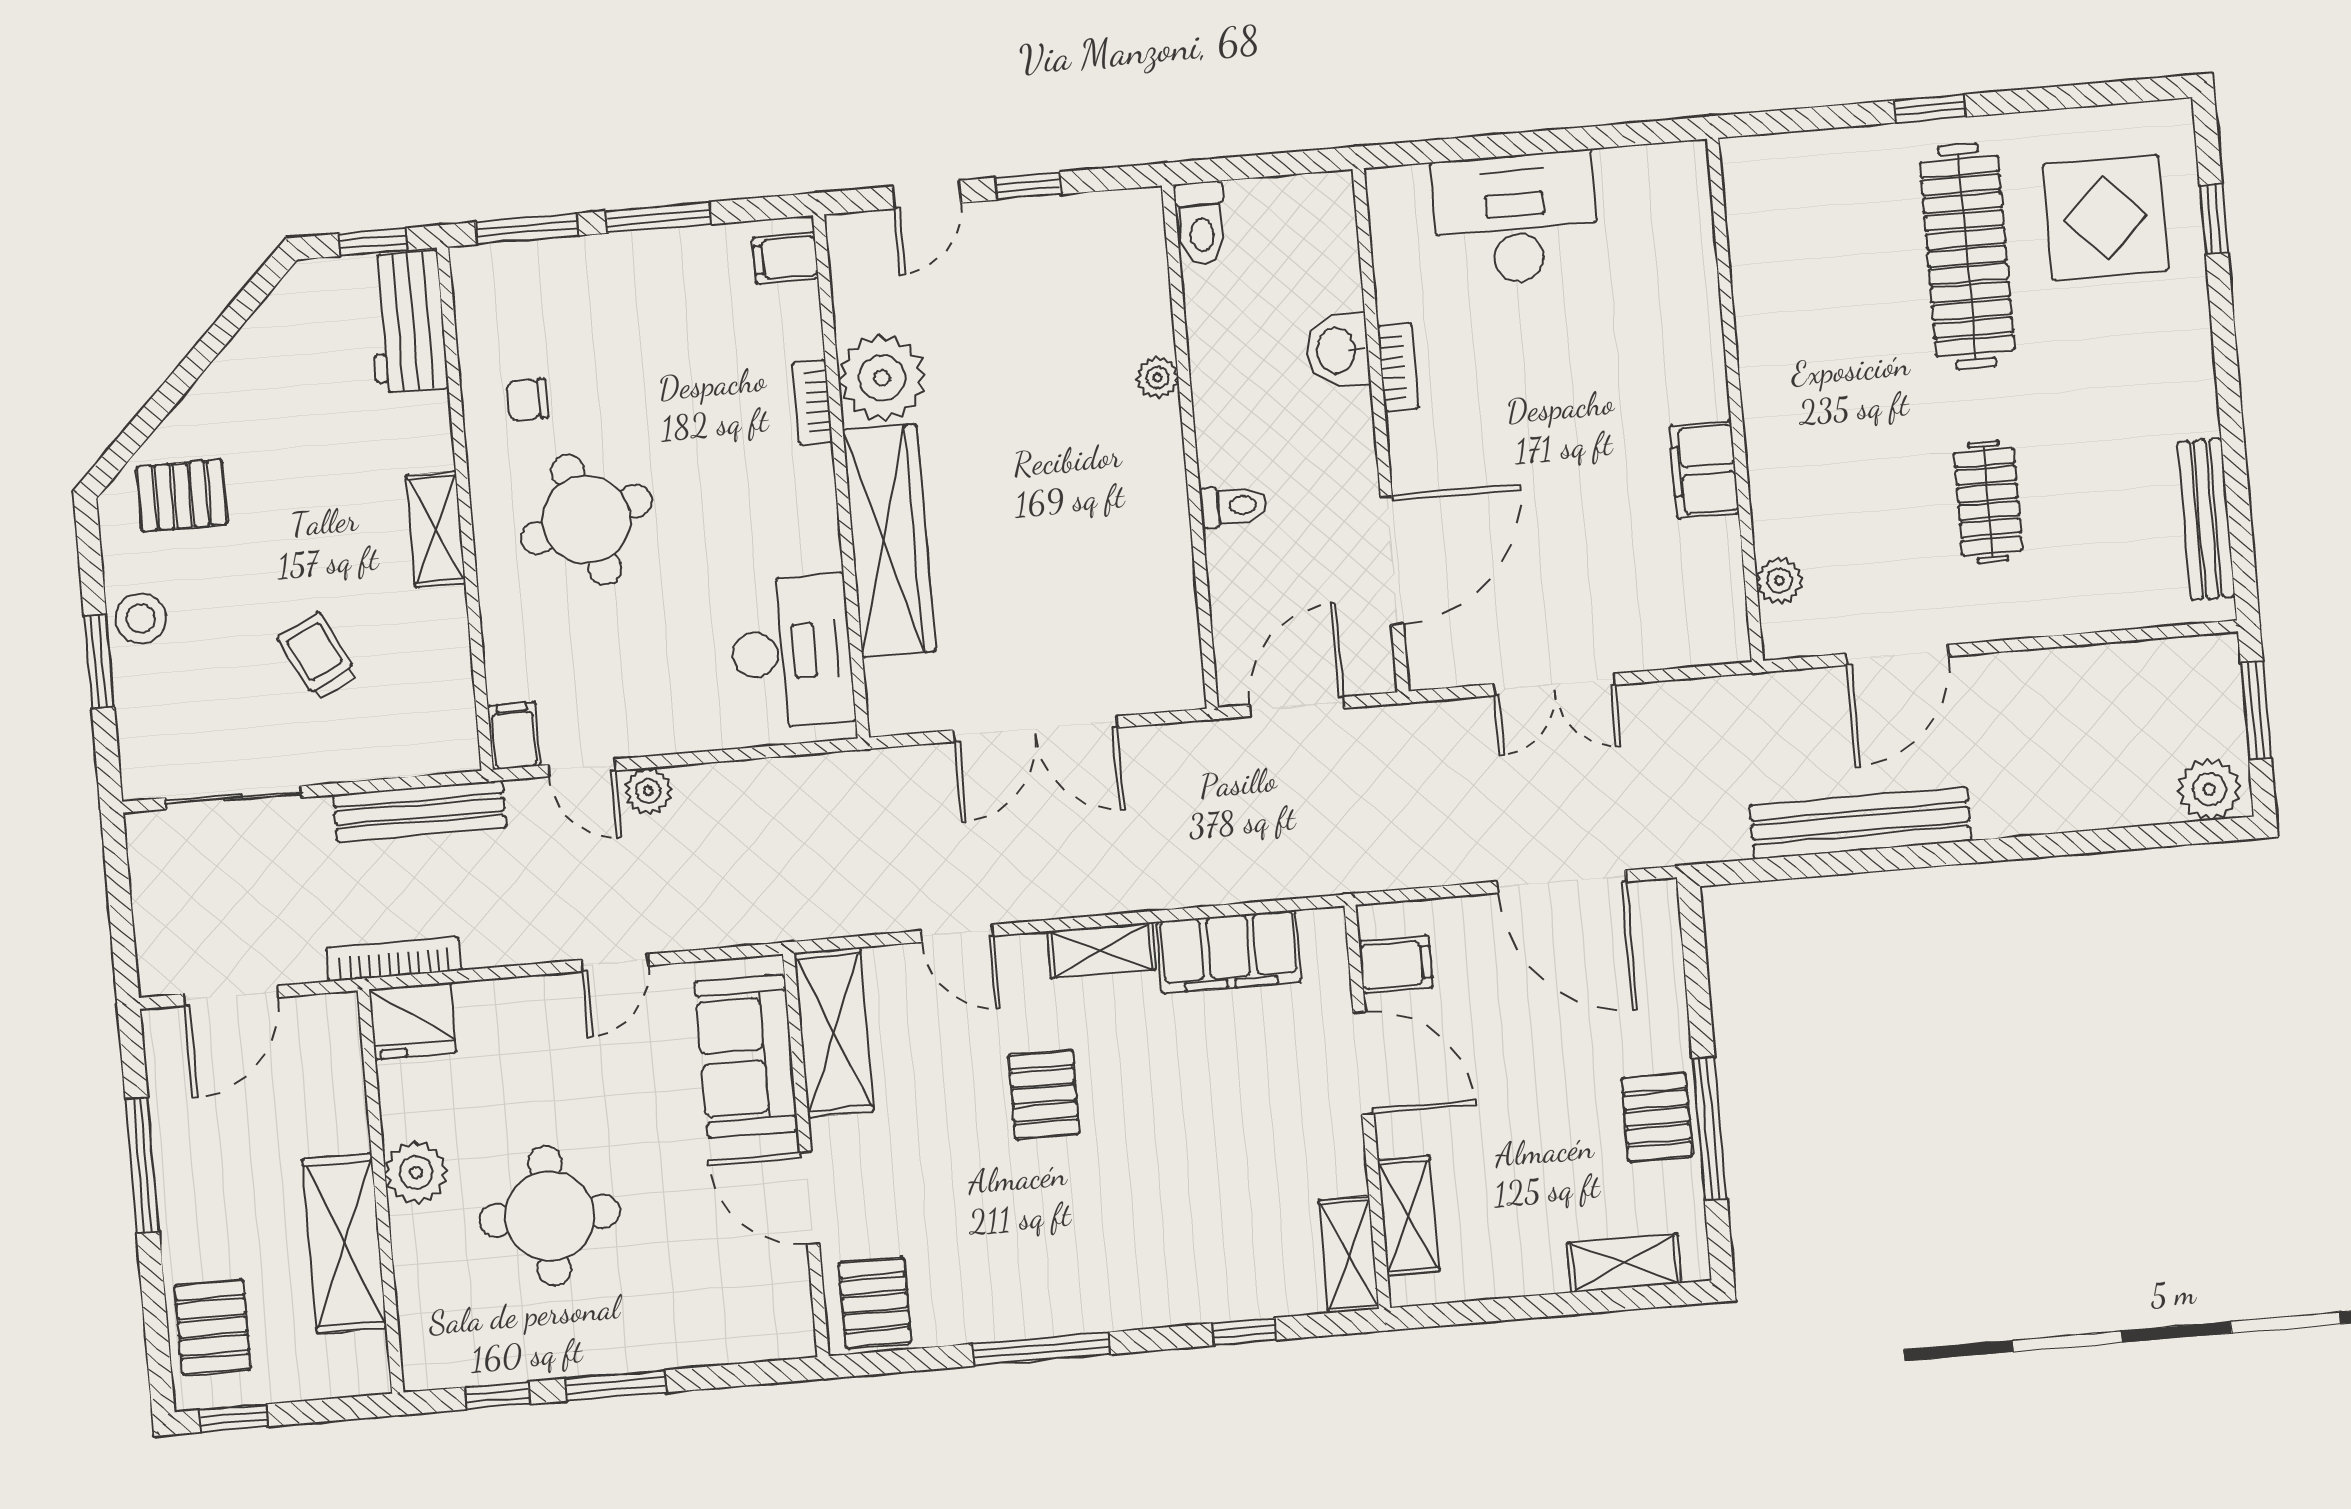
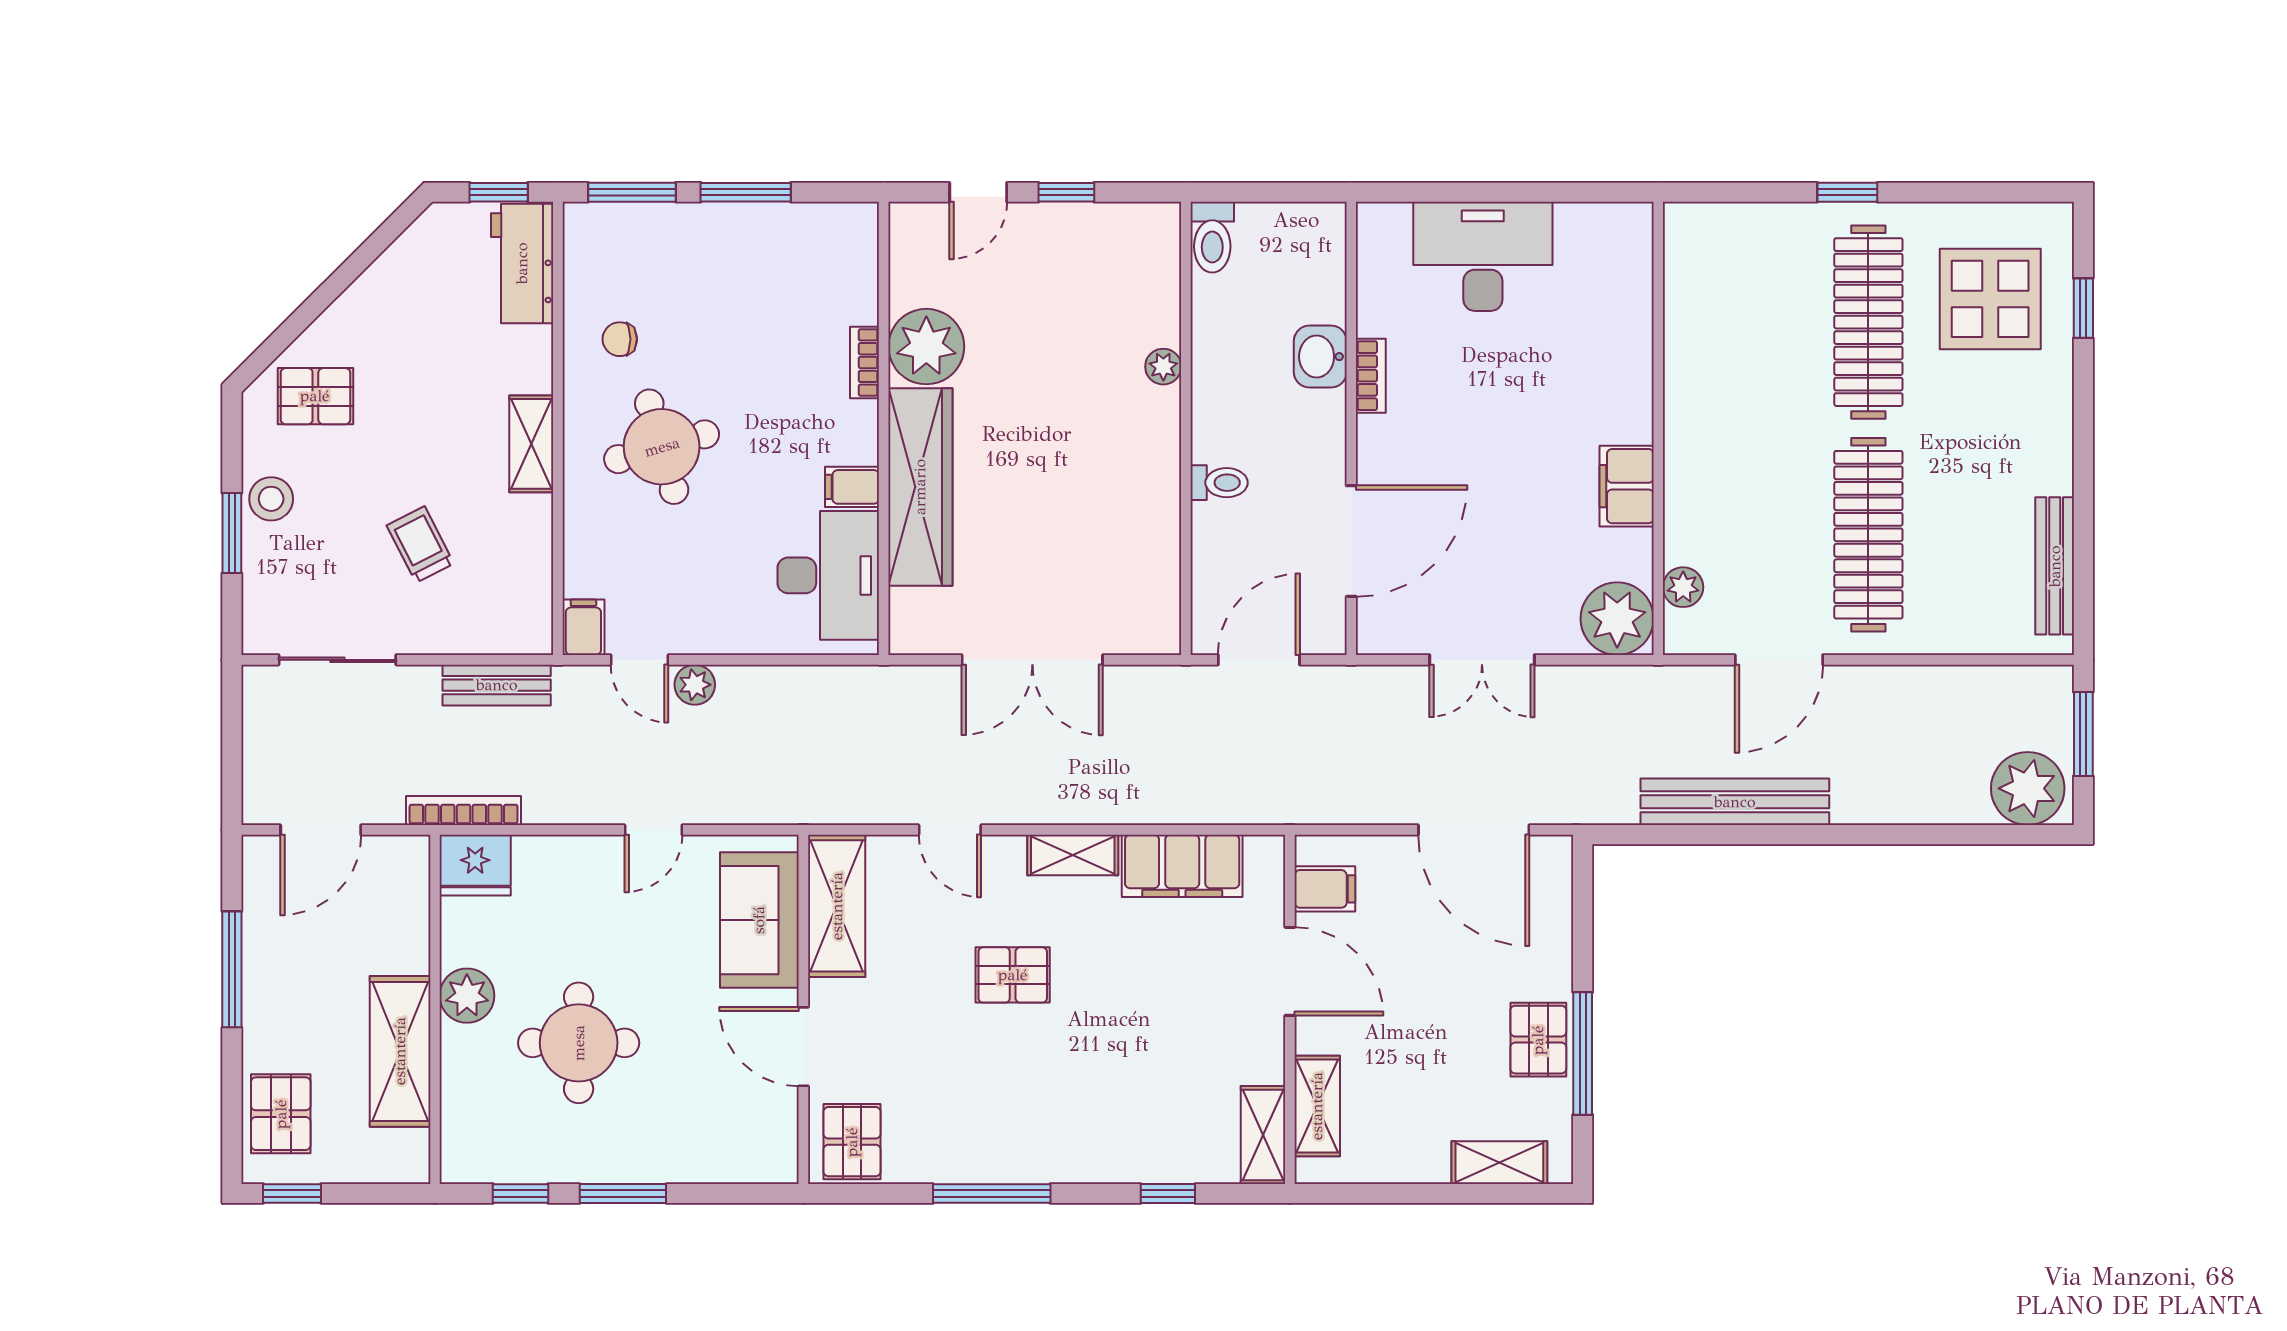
filing cabinet: (785, 258) -> (852, 487), moved
clothes rail: (1988, 502) -> (1868, 535), width x1.86, depth x1.31
plant: (1706, 624) -> (1617, 619), added
plant: (2209, 789) -> (2028, 788), width x1.36, depth x1.36
bench: (420, 811) -> (497, 685), width x0.73
pallet: (1044, 1095) -> (1013, 975), turned 90

